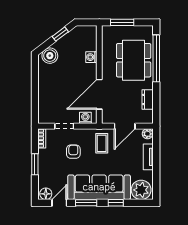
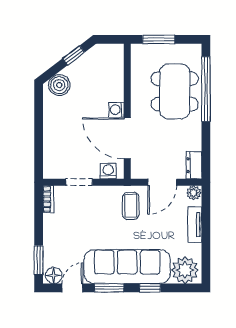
washing machine: (91, 57) -> (116, 110), moved
door: (99, 94) -> (127, 138), hinge flipped
dresser: (148, 99) -> (194, 165), moved
armchair: (73, 152) -> (92, 217), removed
window: (35, 164) -> (39, 260), moved

